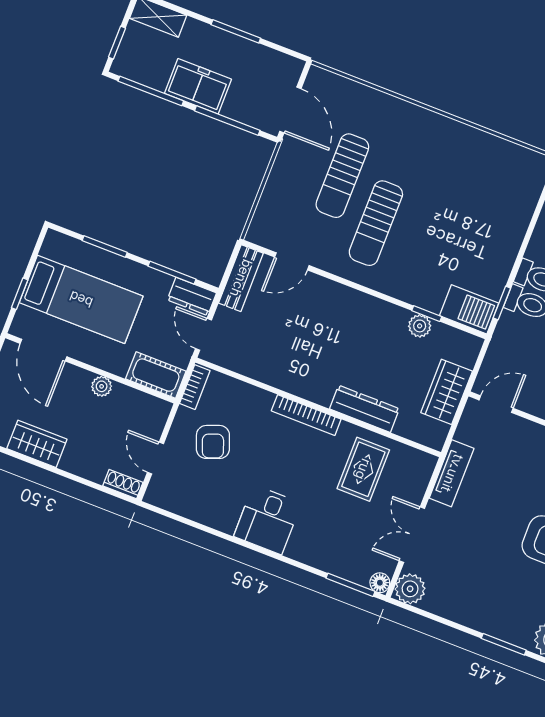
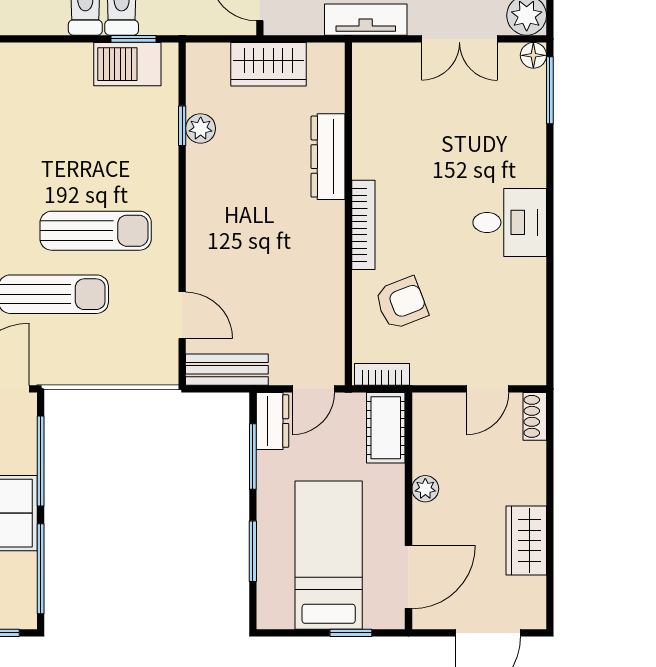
barbecue: (469, 309) -> (127, 64), moved, turned -90
armchair: (213, 442) -> (401, 303), moved
rug: (363, 469) -> (403, 129), removed

